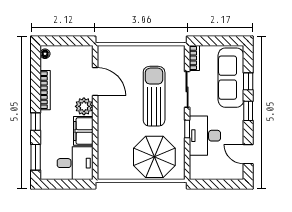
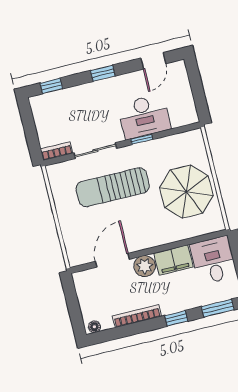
sofa: (231, 78) -> (69, 103), removed
window: (248, 81) -> (51, 86), moved
parasol: (154, 157) -> (186, 192), moved

